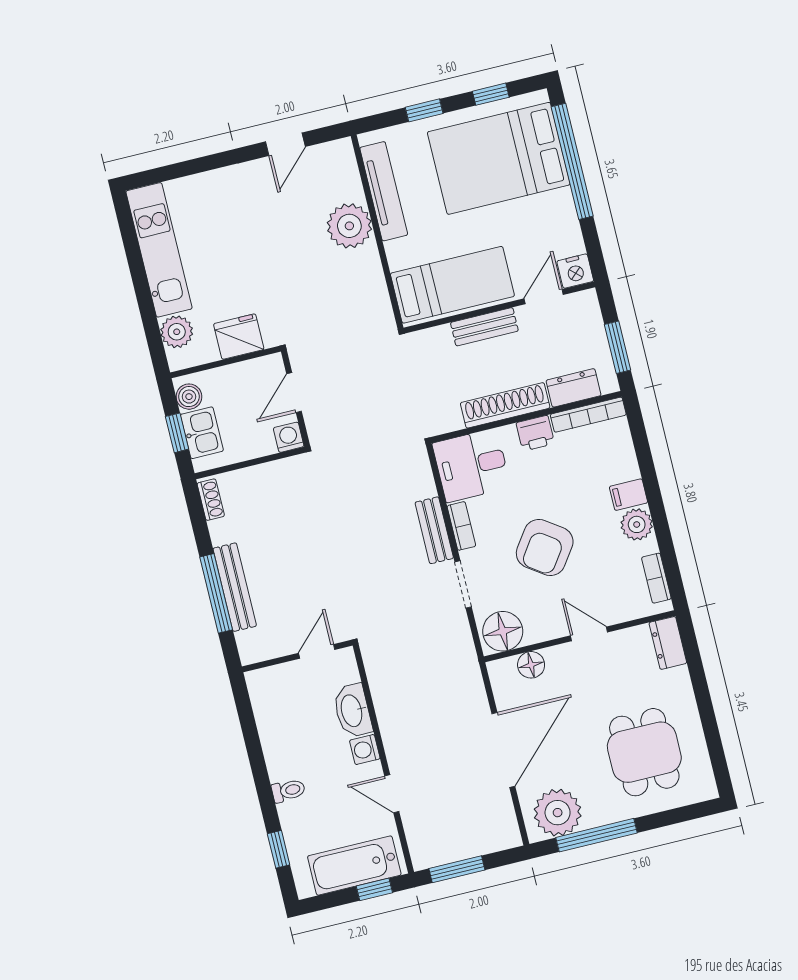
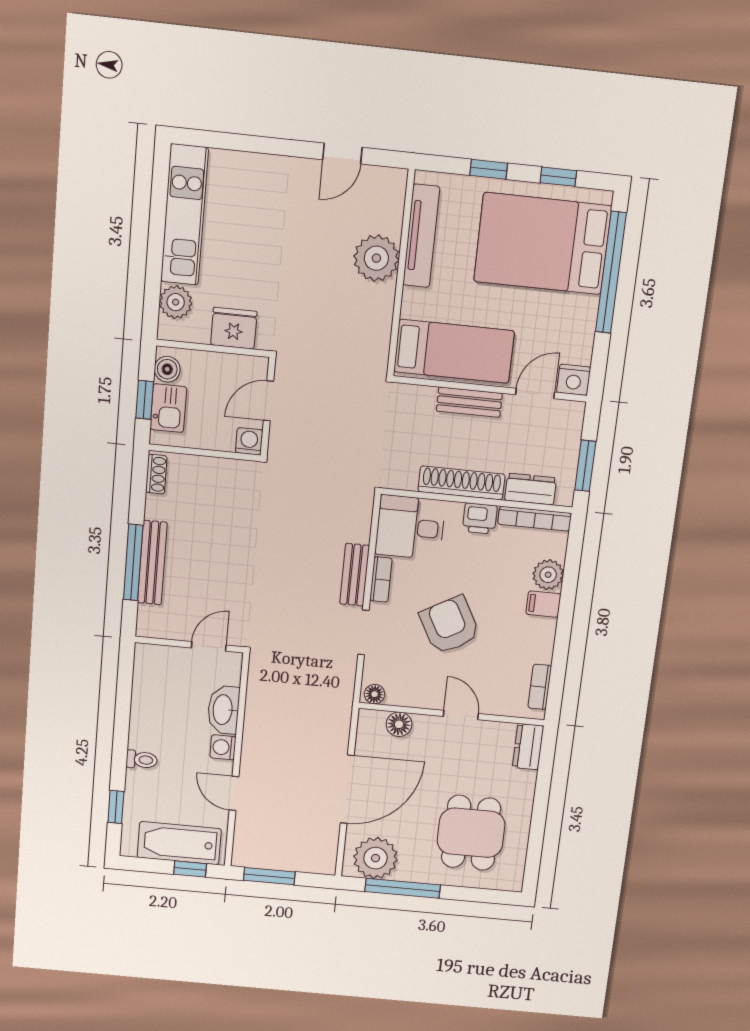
plant: (637, 524) -> (548, 575), moved
armchair: (545, 547) -> (450, 625), turned 116
floor lamp: (503, 631) -> (375, 694), width x0.53, depth x0.53

